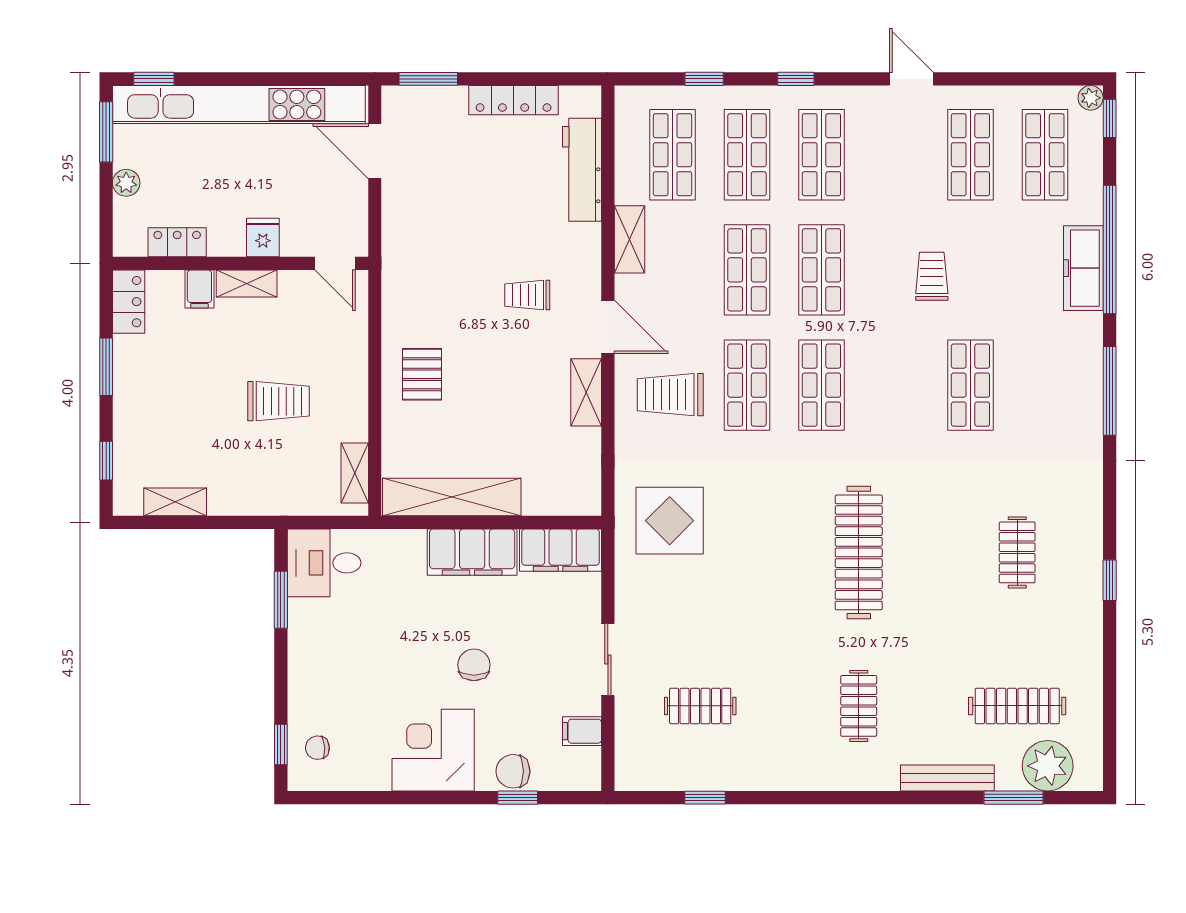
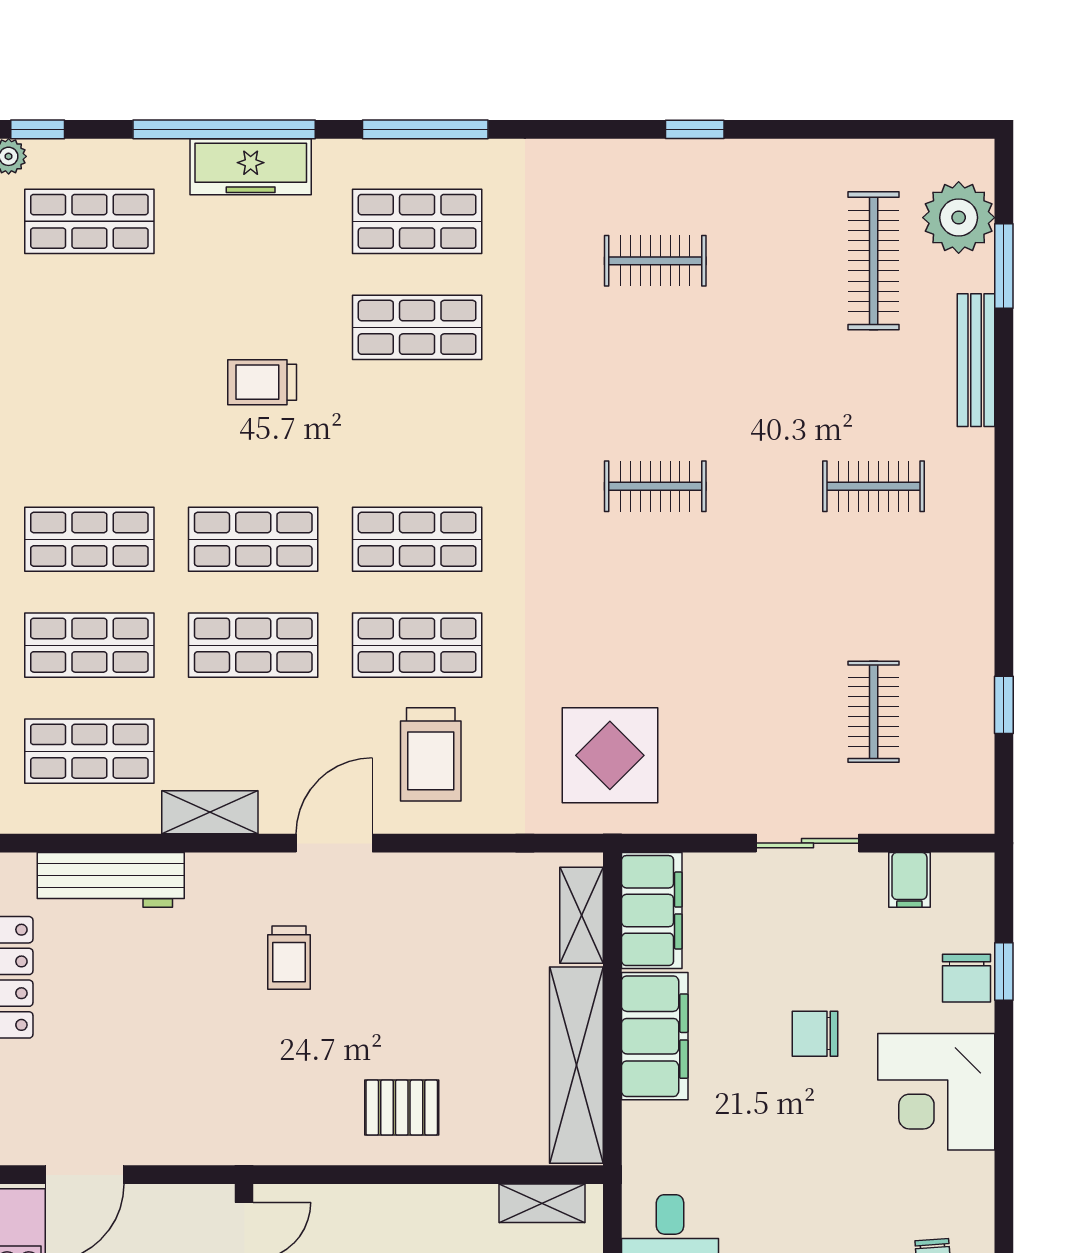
shop shelf: (970, 155) -> (417, 221), moved
shelving: (586, 392) -> (582, 915), moved, turned 90
clothes rail: (859, 552) -> (655, 486), width x0.54, depth x0.76

